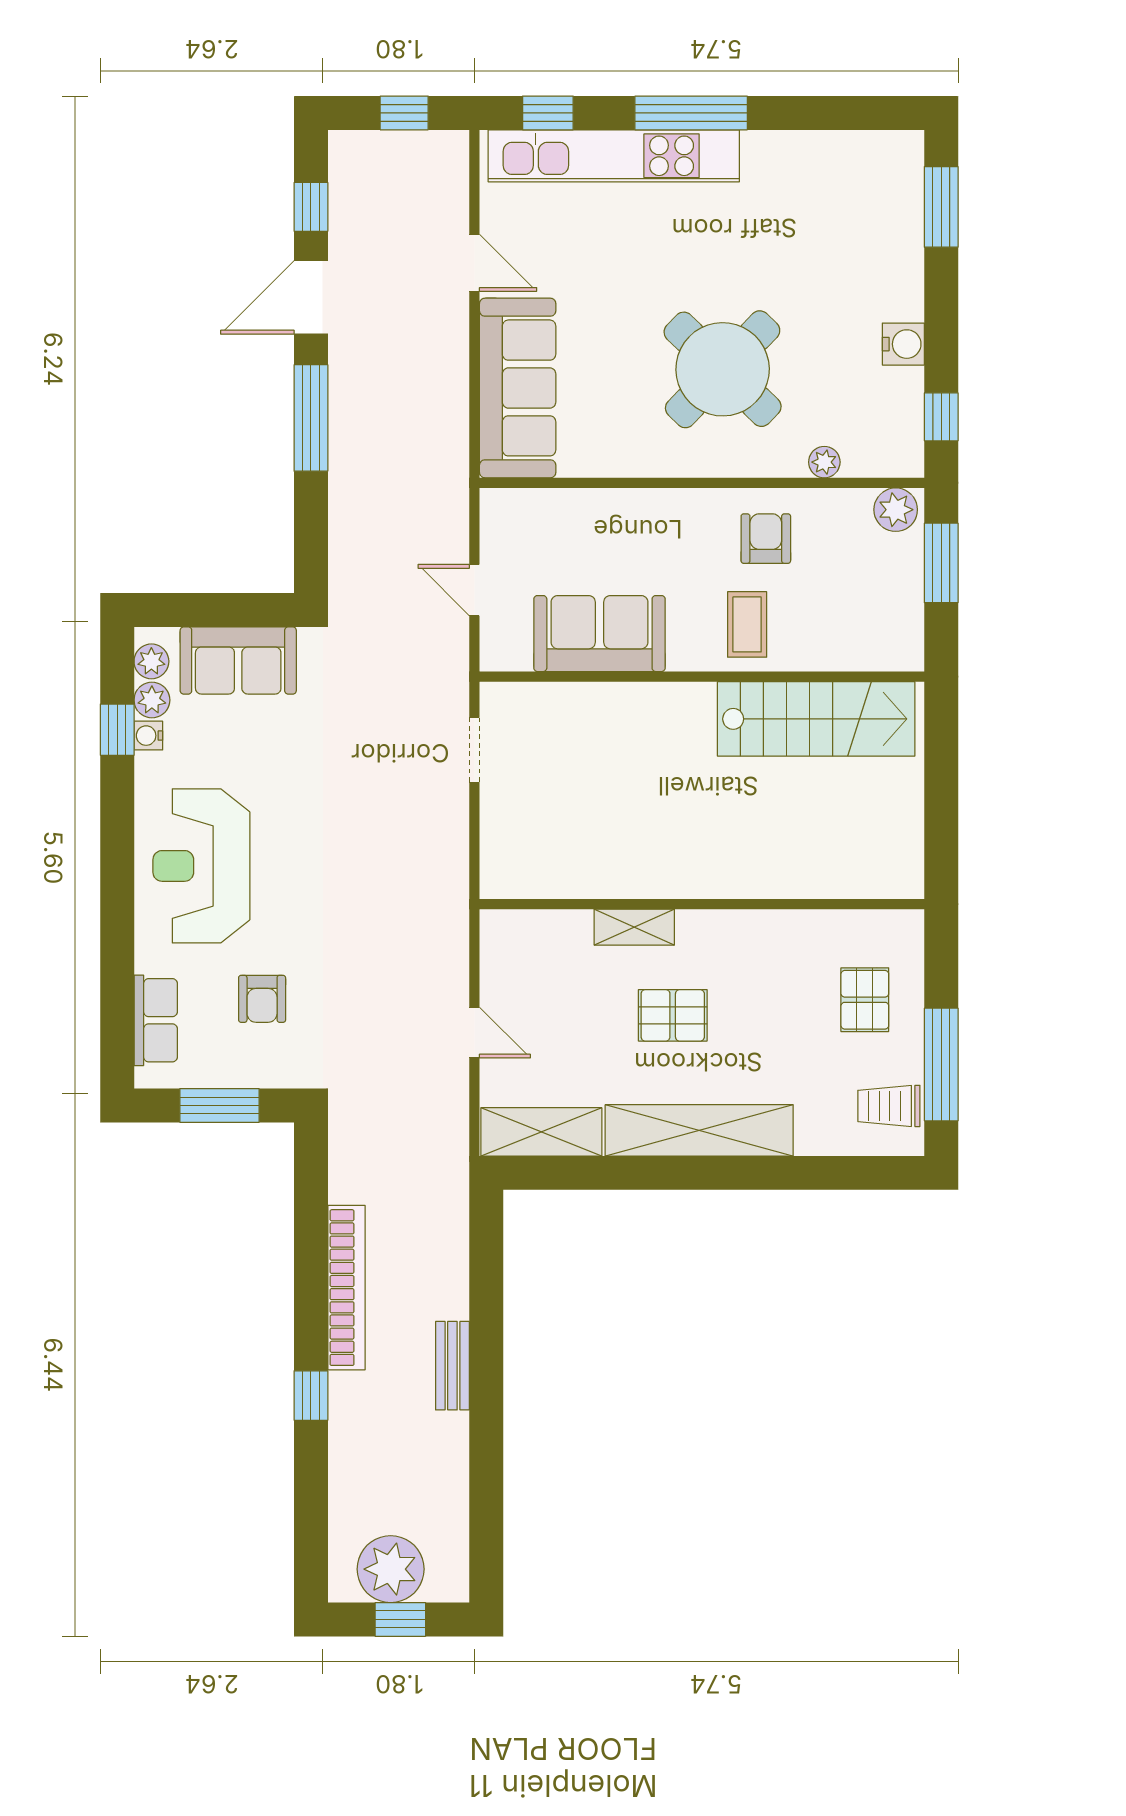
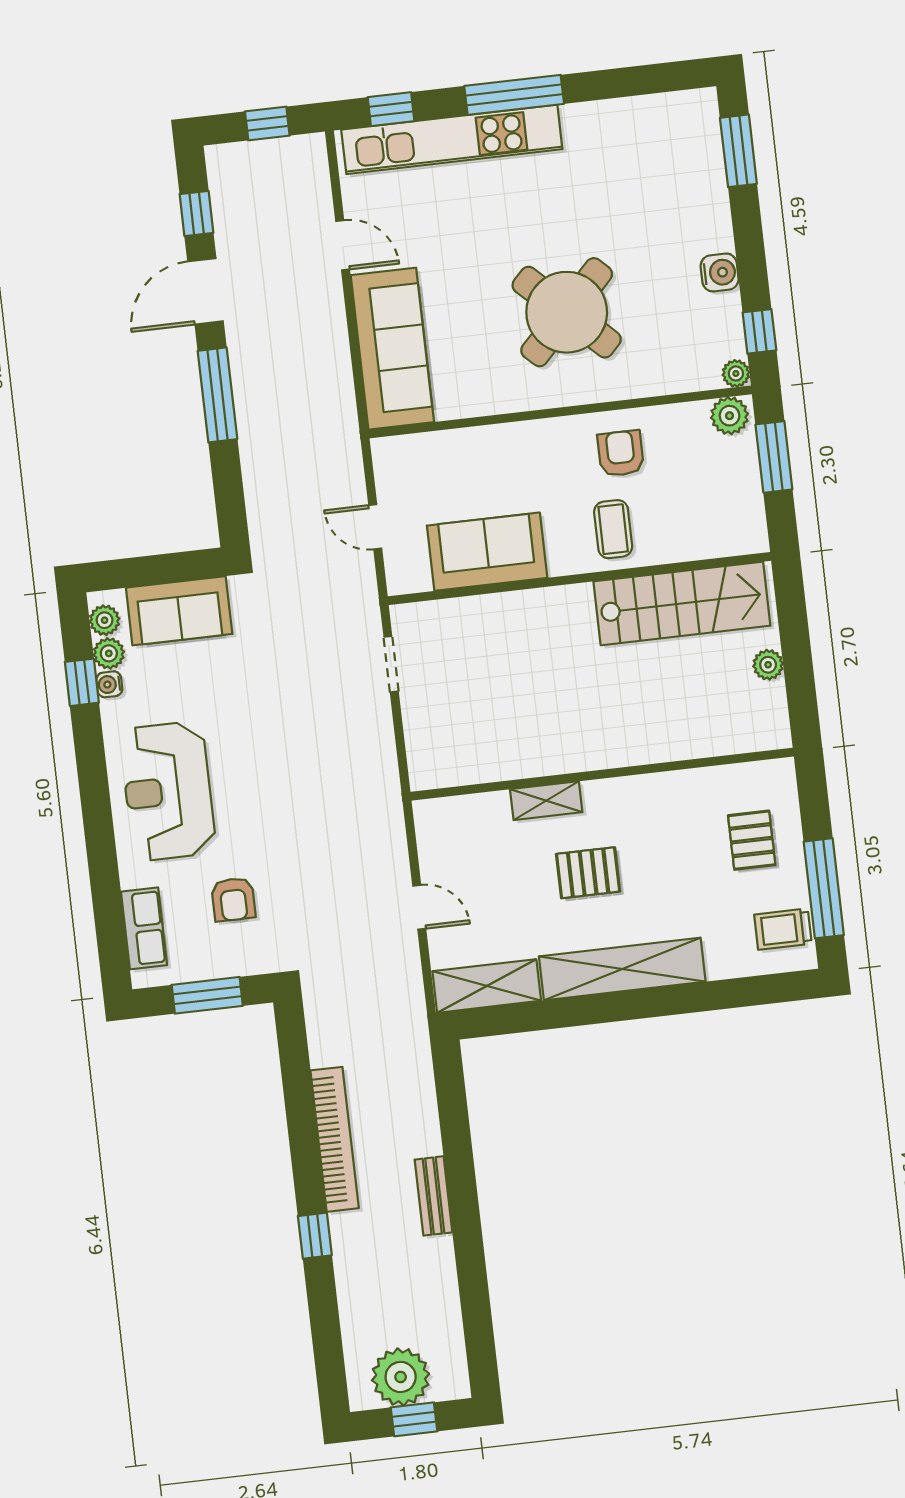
plant: (824, 462) -> (736, 373), moved
plant: (907, 801) -> (768, 665), added

